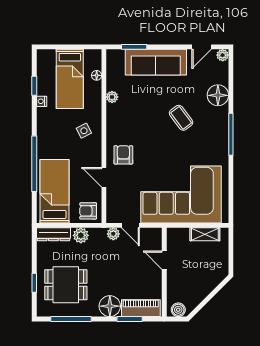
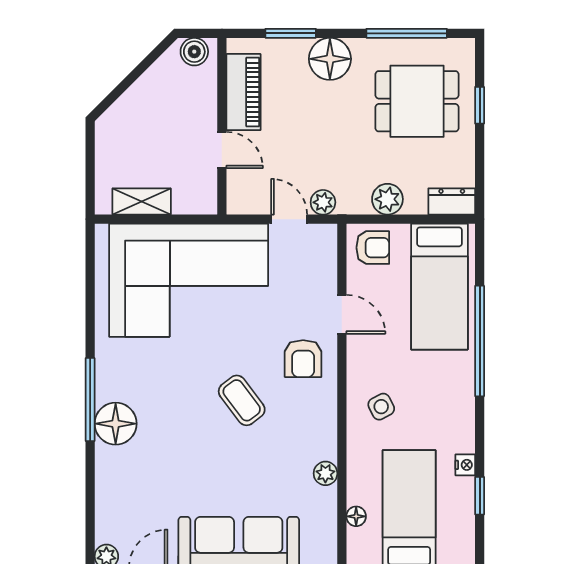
floor lamp: (218, 95) -> (116, 424), moved
coffee table: (181, 118) -> (242, 400), moved
dresser: (53, 234) -> (452, 201), width x0.70
piano: (141, 308) -> (243, 92), moved, turned -90

